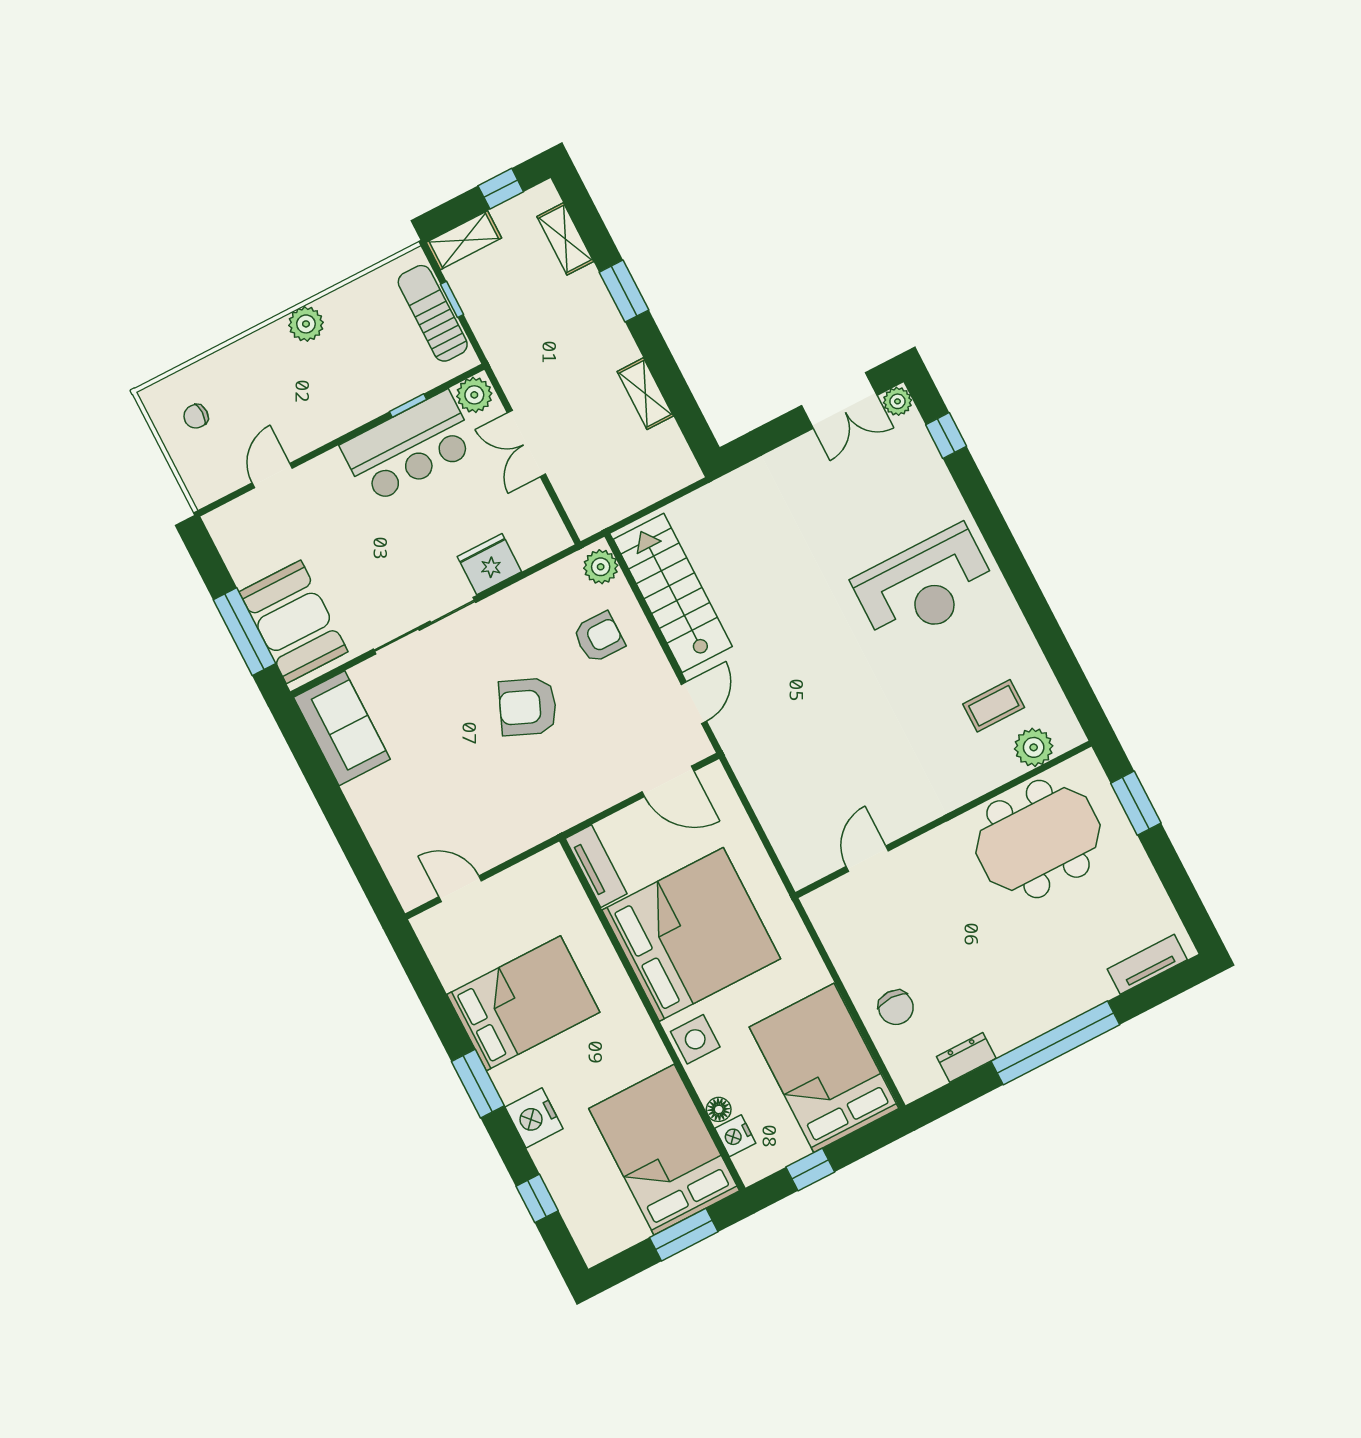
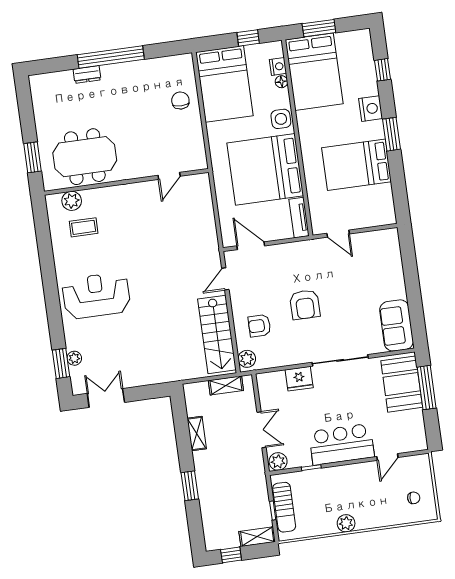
shelving: (565, 239) -> (226, 385), moved, turned 90
plant: (898, 401) -> (74, 358), moved
window: (946, 436) -> (61, 363), width x1.50
bar counter: (409, 447) -> (342, 444), moved
armchair: (528, 707) -> (305, 305), turned 67
door: (460, 889) -> (338, 234), moved
tv unit: (1147, 964) -> (54, 79), removed
dresser: (966, 1057) -> (87, 74), moved

